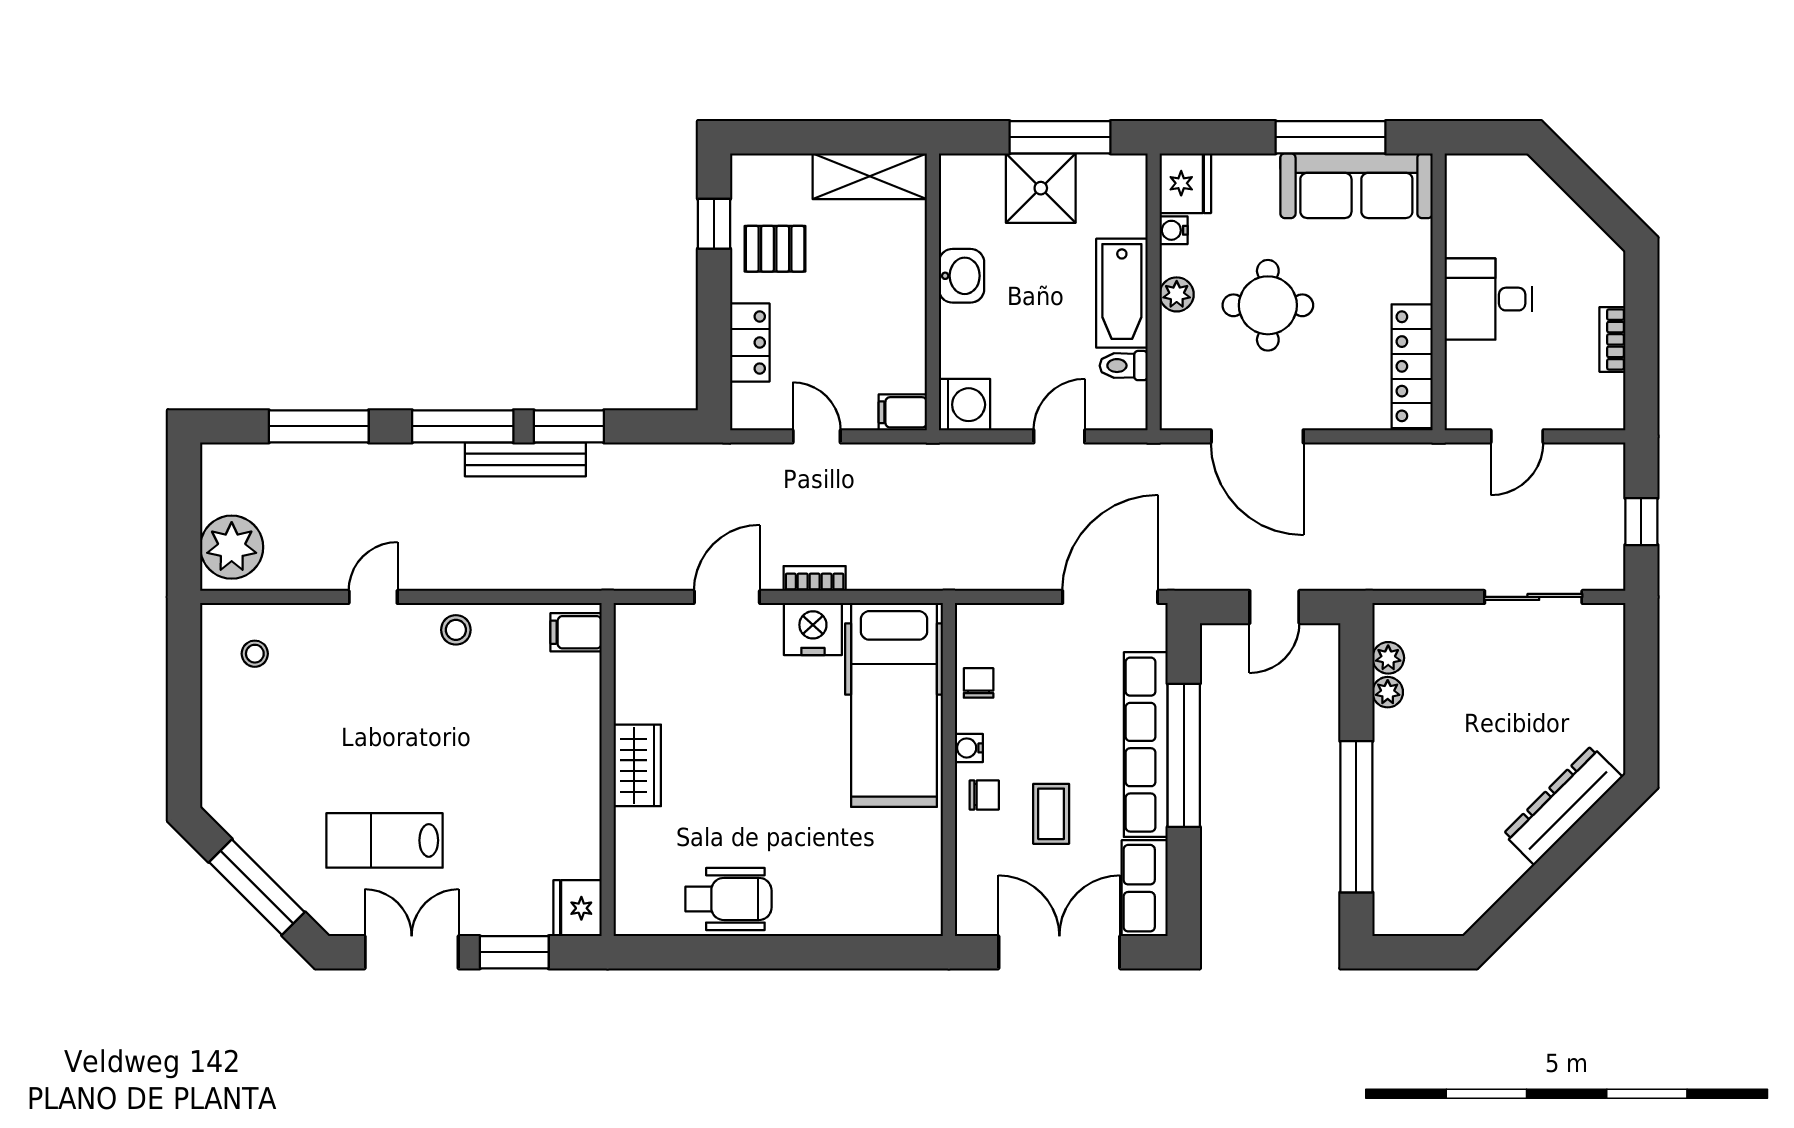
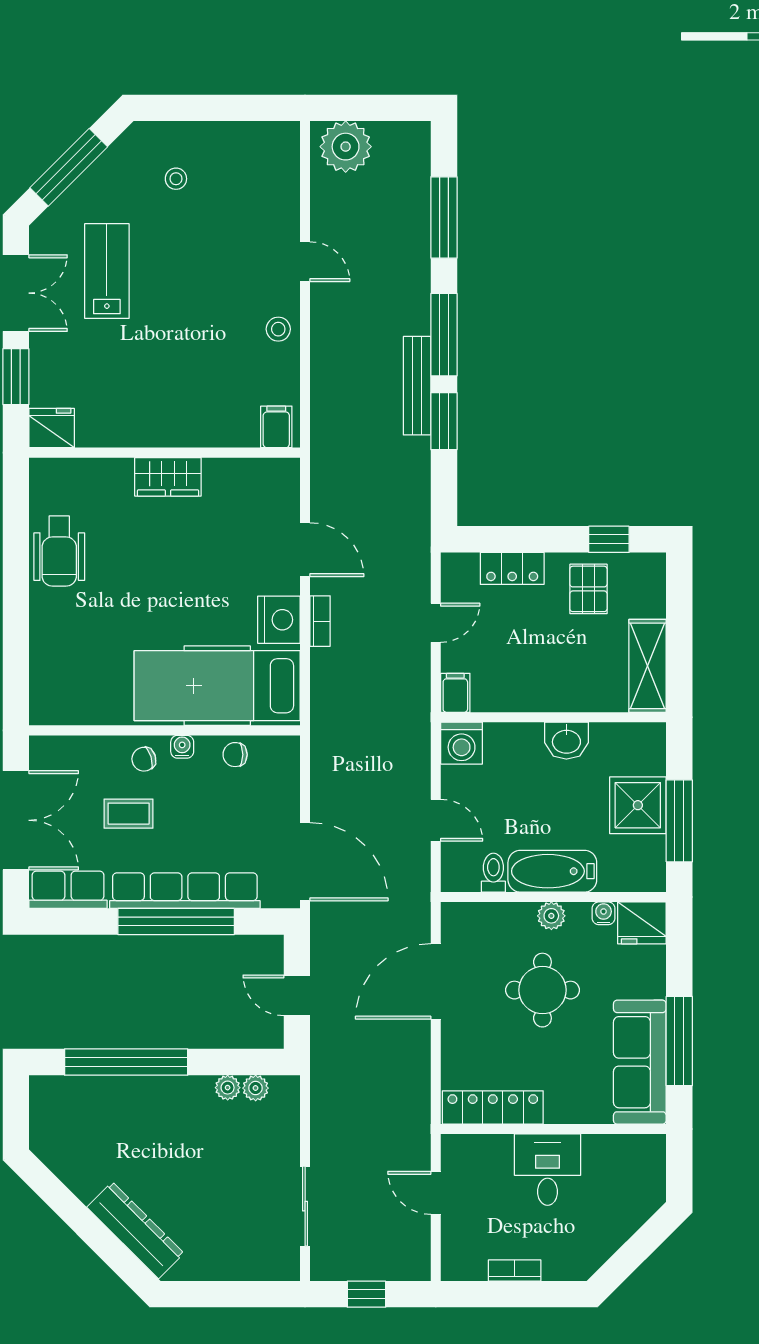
stool: (255, 654) -> (176, 179), moved
chair: (979, 683) -> (235, 755), turned 180
chair: (984, 795) -> (144, 759), turned 73

